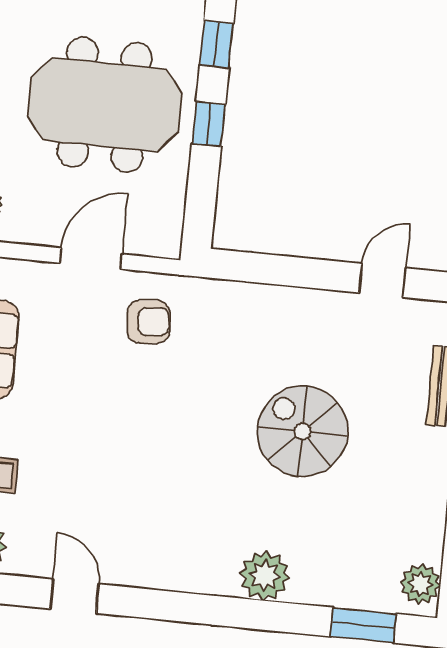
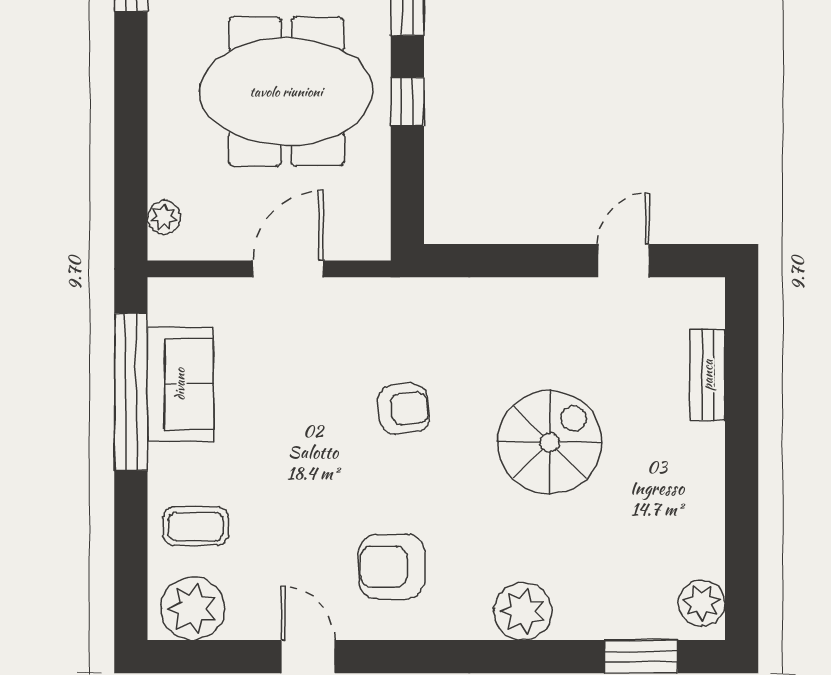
armchair: (148, 322) -> (404, 409), moved
spiral stairs: (303, 431) -> (550, 442), turned 90
armchair: (155, 526) -> (392, 567), added

